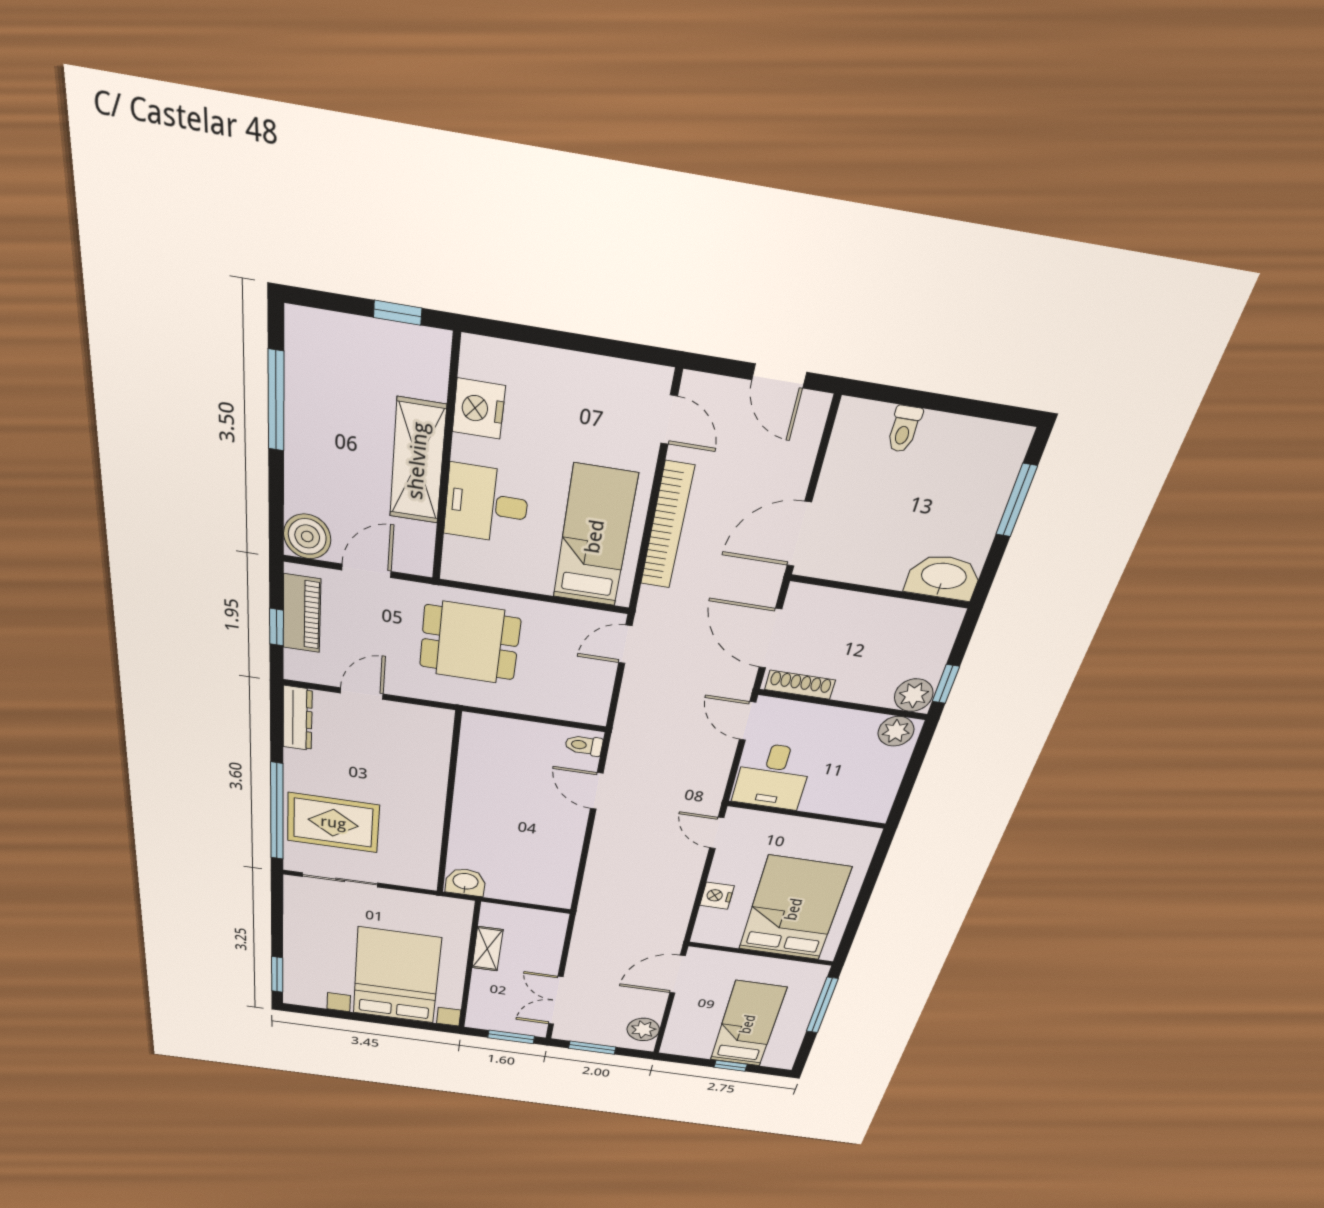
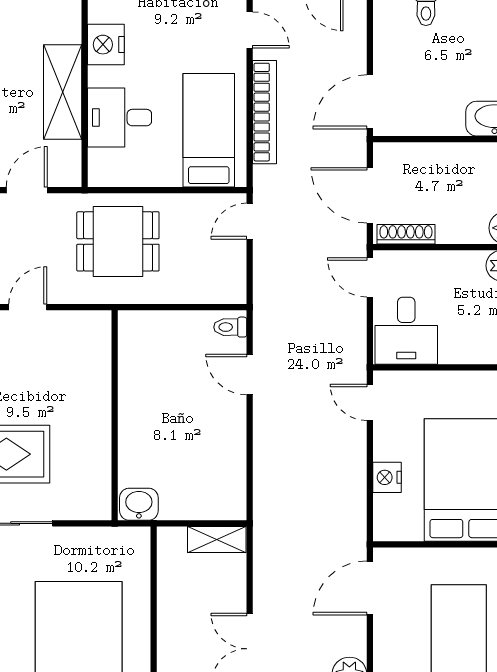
shelving: (487, 949) -> (217, 540), moved, turned 90

